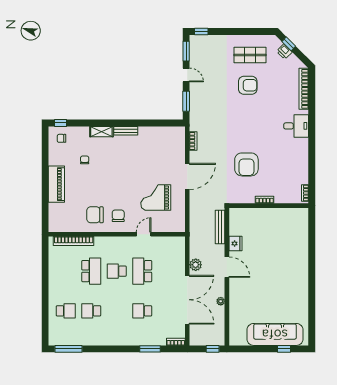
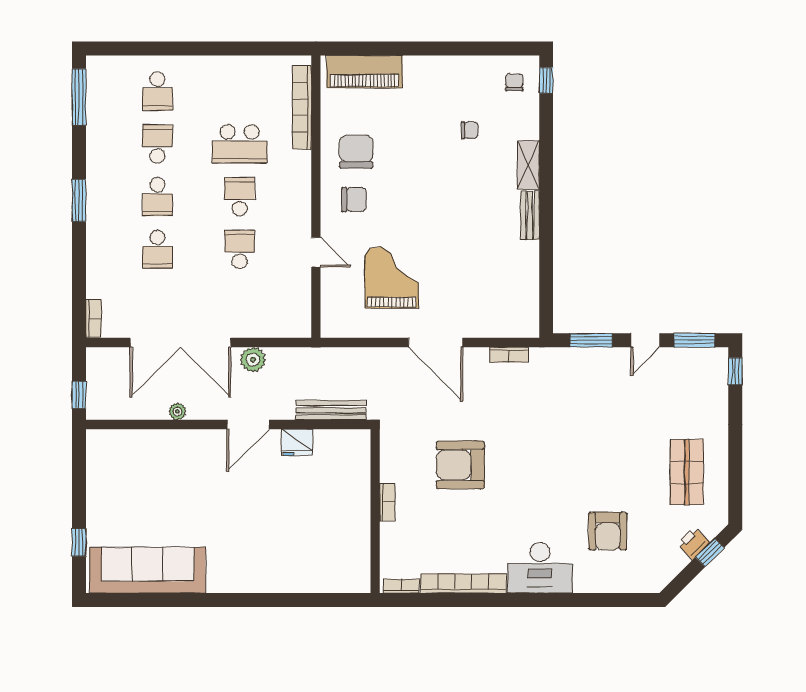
armchair: (248, 85) -> (608, 531), moved
bookcase: (304, 89) -> (463, 583), moved
desk: (296, 126) -> (540, 568), width x1.37
piano: (56, 184) -> (364, 72), moved
school desk: (142, 271) -> (240, 249), width x0.54
school desk: (117, 311) -> (157, 197), added
school desk: (142, 311) -> (157, 249), turned 180
sofa: (275, 334) -> (148, 570), moved, turned -90
window: (150, 349) -> (79, 200), moved

